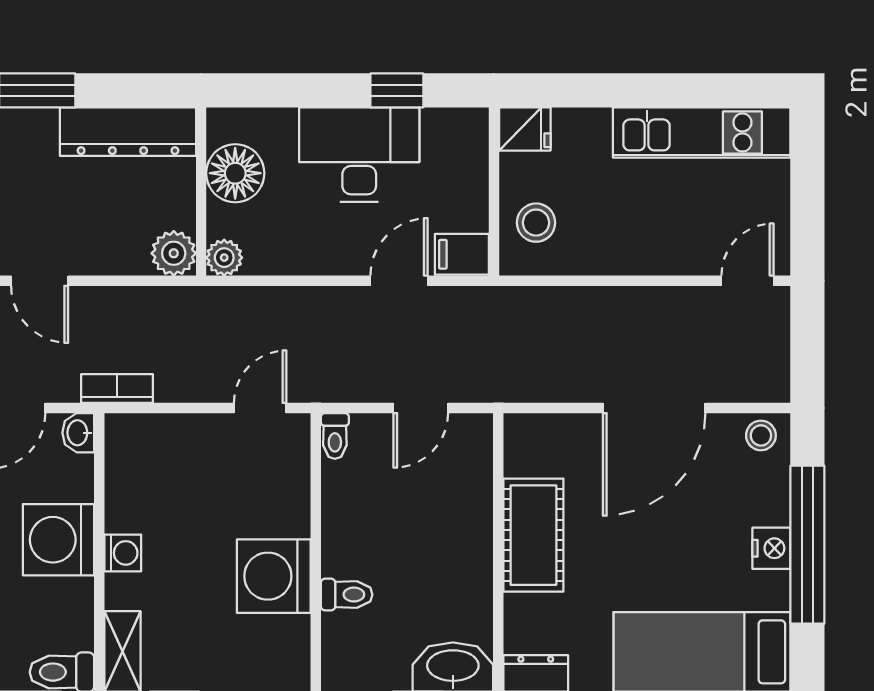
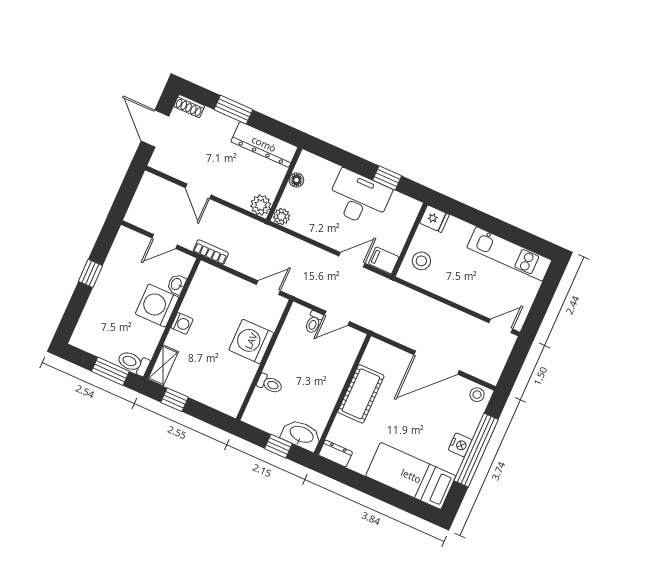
floor lamp: (235, 173) -> (296, 180), width x0.53, depth x0.53
washbasin: (78, 433) -> (177, 284), moved
toilet: (335, 436) -> (314, 322), moved
washing machine: (274, 576) -> (251, 341), moved

